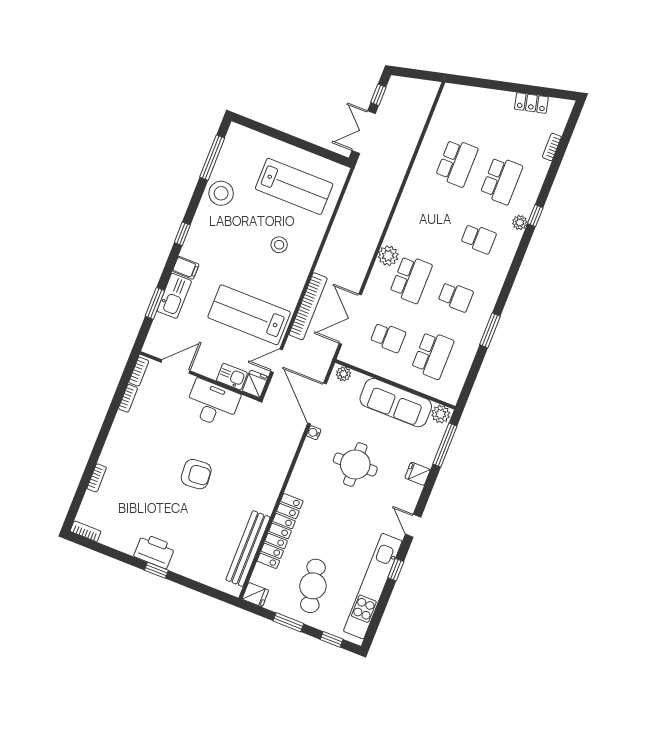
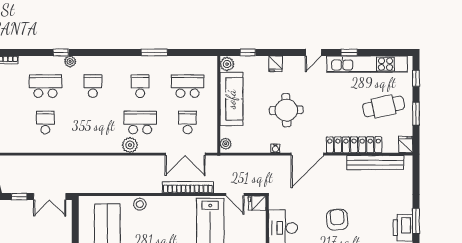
school desk: (457, 163) -> (45, 122), width x0.54
stool: (279, 245) -> (140, 204), moved
kitchen sink: (232, 377) -> (259, 222), removed
door: (317, 404) -> (307, 154), moved
window: (445, 445) -> (248, 52), width x0.46
window: (156, 570) -> (416, 221), width x1.50

